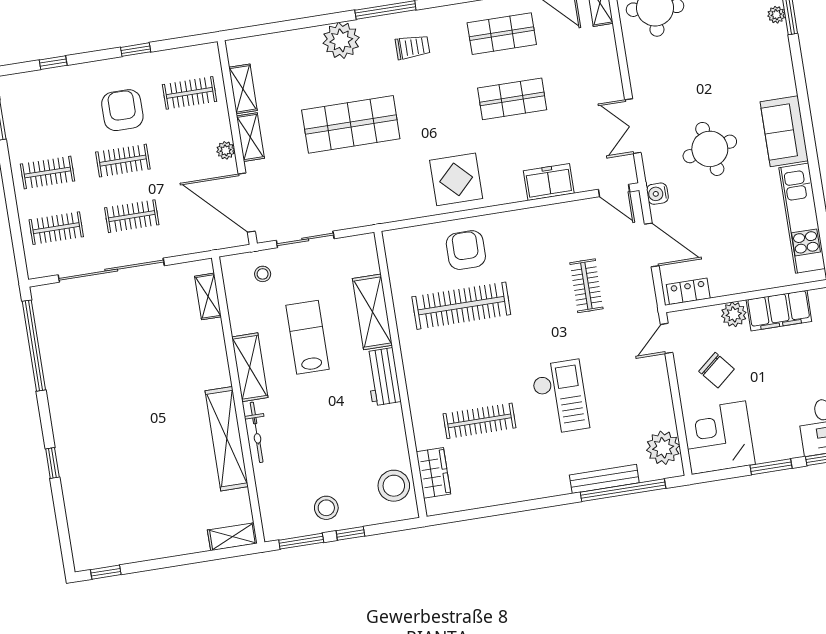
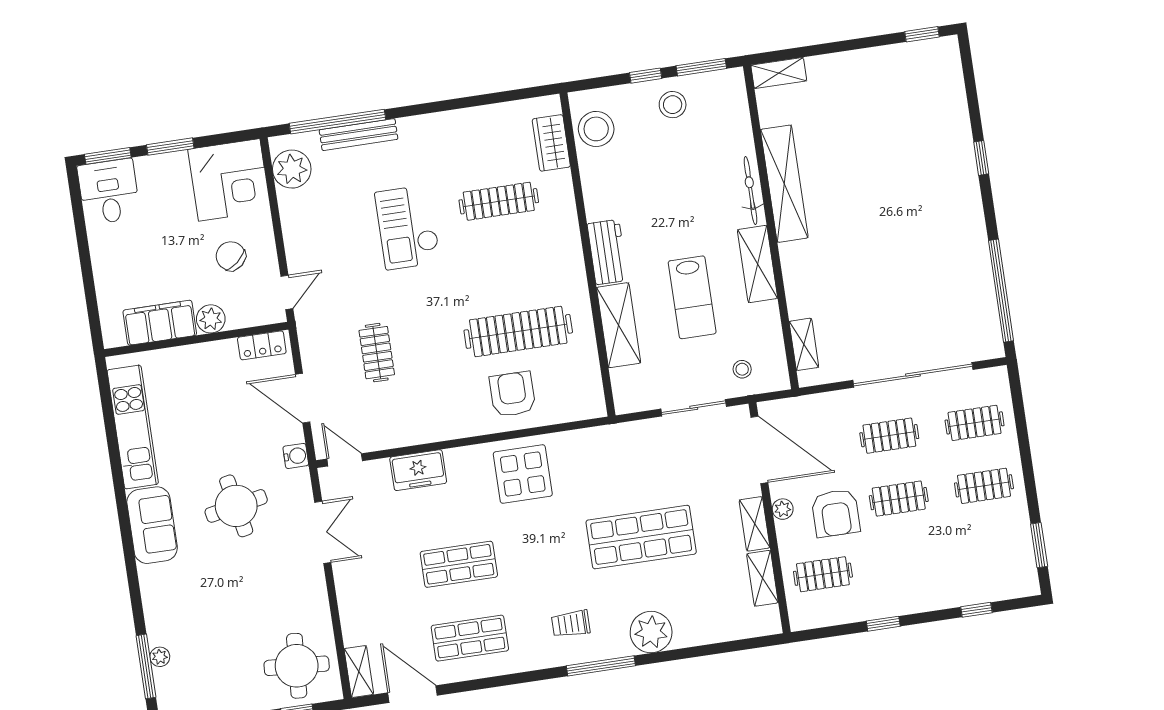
armchair: (122, 110) -> (836, 513), moved
armchair: (466, 250) -> (513, 394), turned 180

